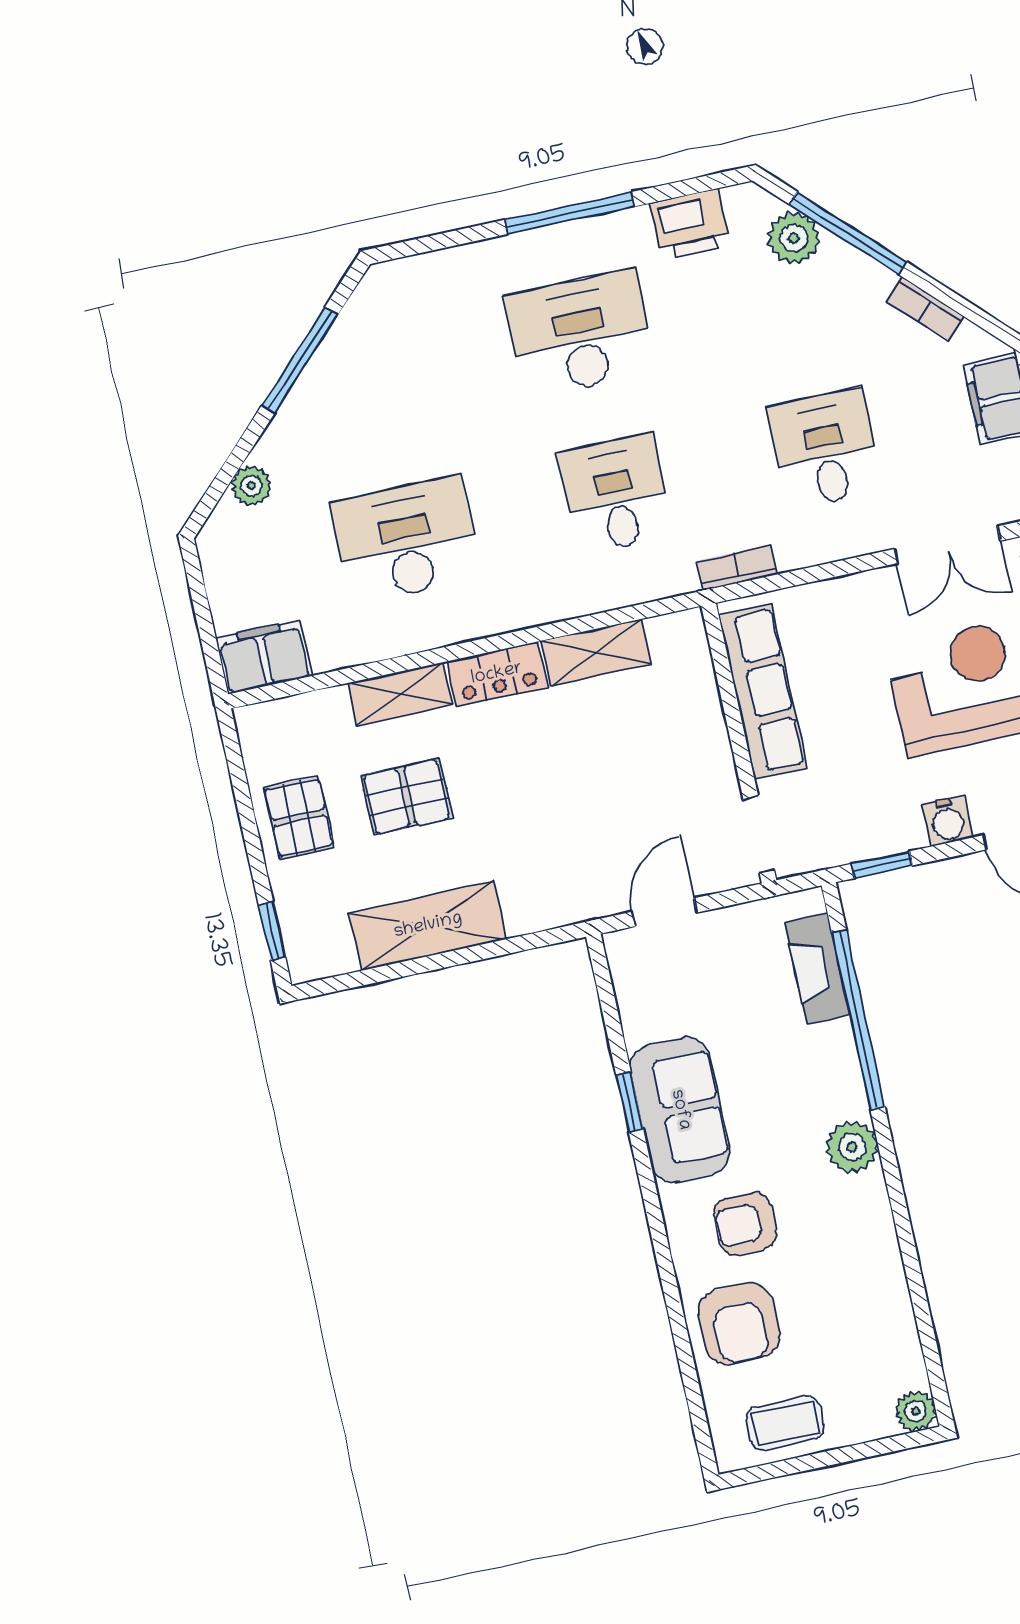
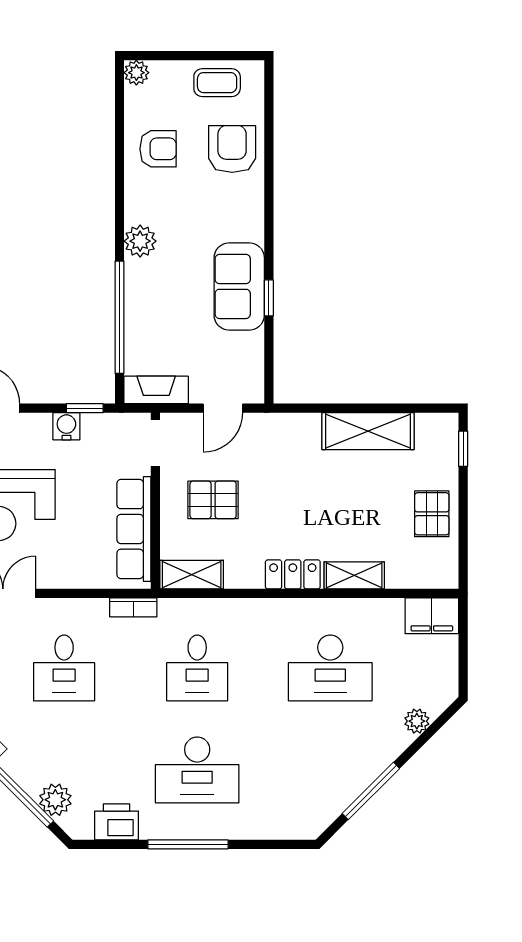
shelving: (596, 652) -> (192, 575), moved
pallet: (406, 797) -> (213, 500), moved
water cooler: (948, 821) -> (66, 426), moved
fireplace: (817, 969) -> (156, 390), moved, turned -90
armchair: (745, 1224) -> (158, 149), moved

